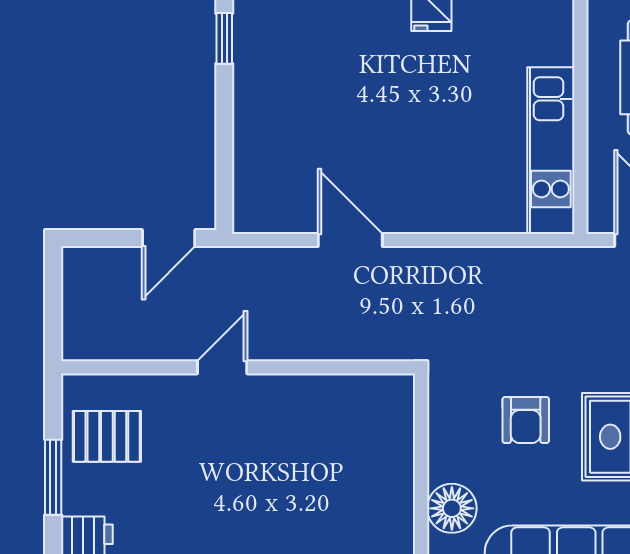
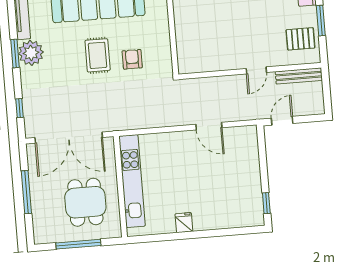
kitchen unit: (551, 151) -> (132, 181), width x1.36
bench: (118, 345) -> (299, 76), added
floor lamp: (452, 508) -> (159, 21), removed

